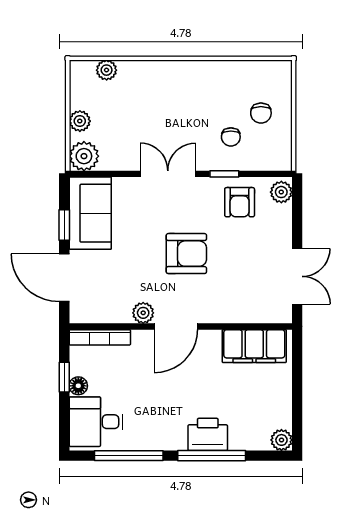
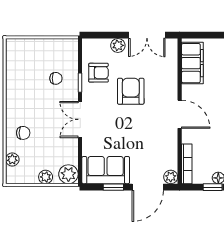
chair: (261, 113) -> (23, 133), moved
plant: (281, 192) -> (118, 45), moved
armchair: (186, 254) -> (131, 91), moved
double door: (297, 276) -> (147, 35), swing flipped
plant: (143, 313) -> (171, 177), moved

